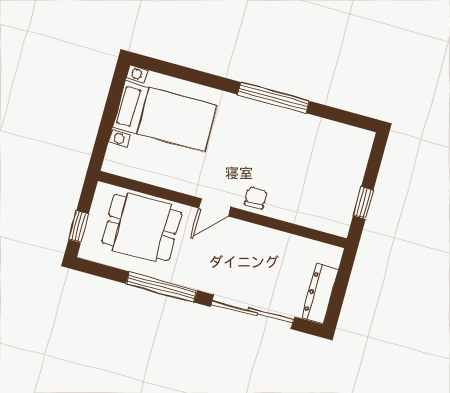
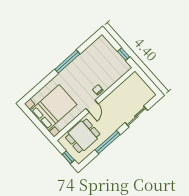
bed with nightstands: (165, 116) -> (54, 108), width x1.36
dresser: (320, 294) -> (145, 89), removed
sliding door: (252, 312) -> (136, 116), width x0.73

